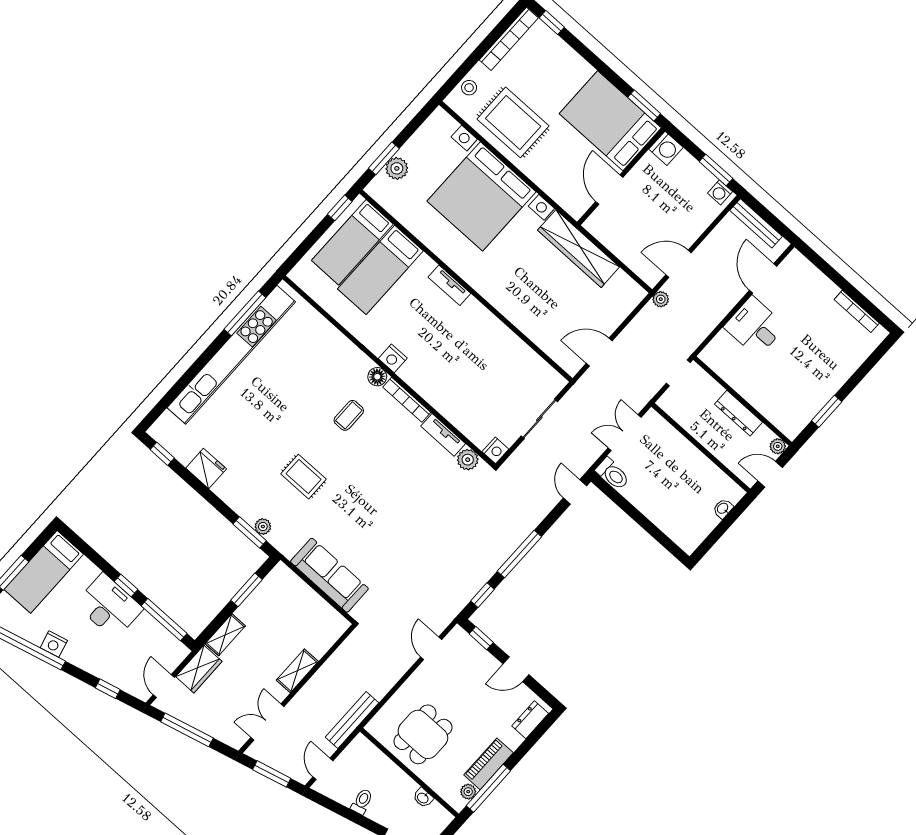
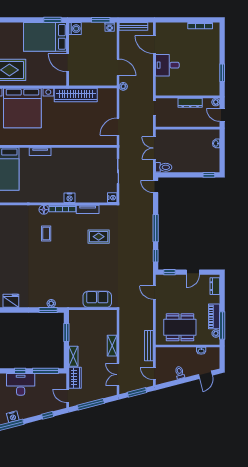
door: (678, 264) -> (118, 67), swing flipped
nightstand: (393, 358) -> (70, 198), moved
plant: (468, 460) -> (105, 210), removed
door: (770, 474) -> (222, 115), hinge flipped
rug: (304, 477) -> (99, 237), moved
window: (670, 546) -> (209, 175), added
sofa: (329, 575) -> (97, 299), width x0.73
dining table: (423, 734) -> (180, 327), width x1.38

